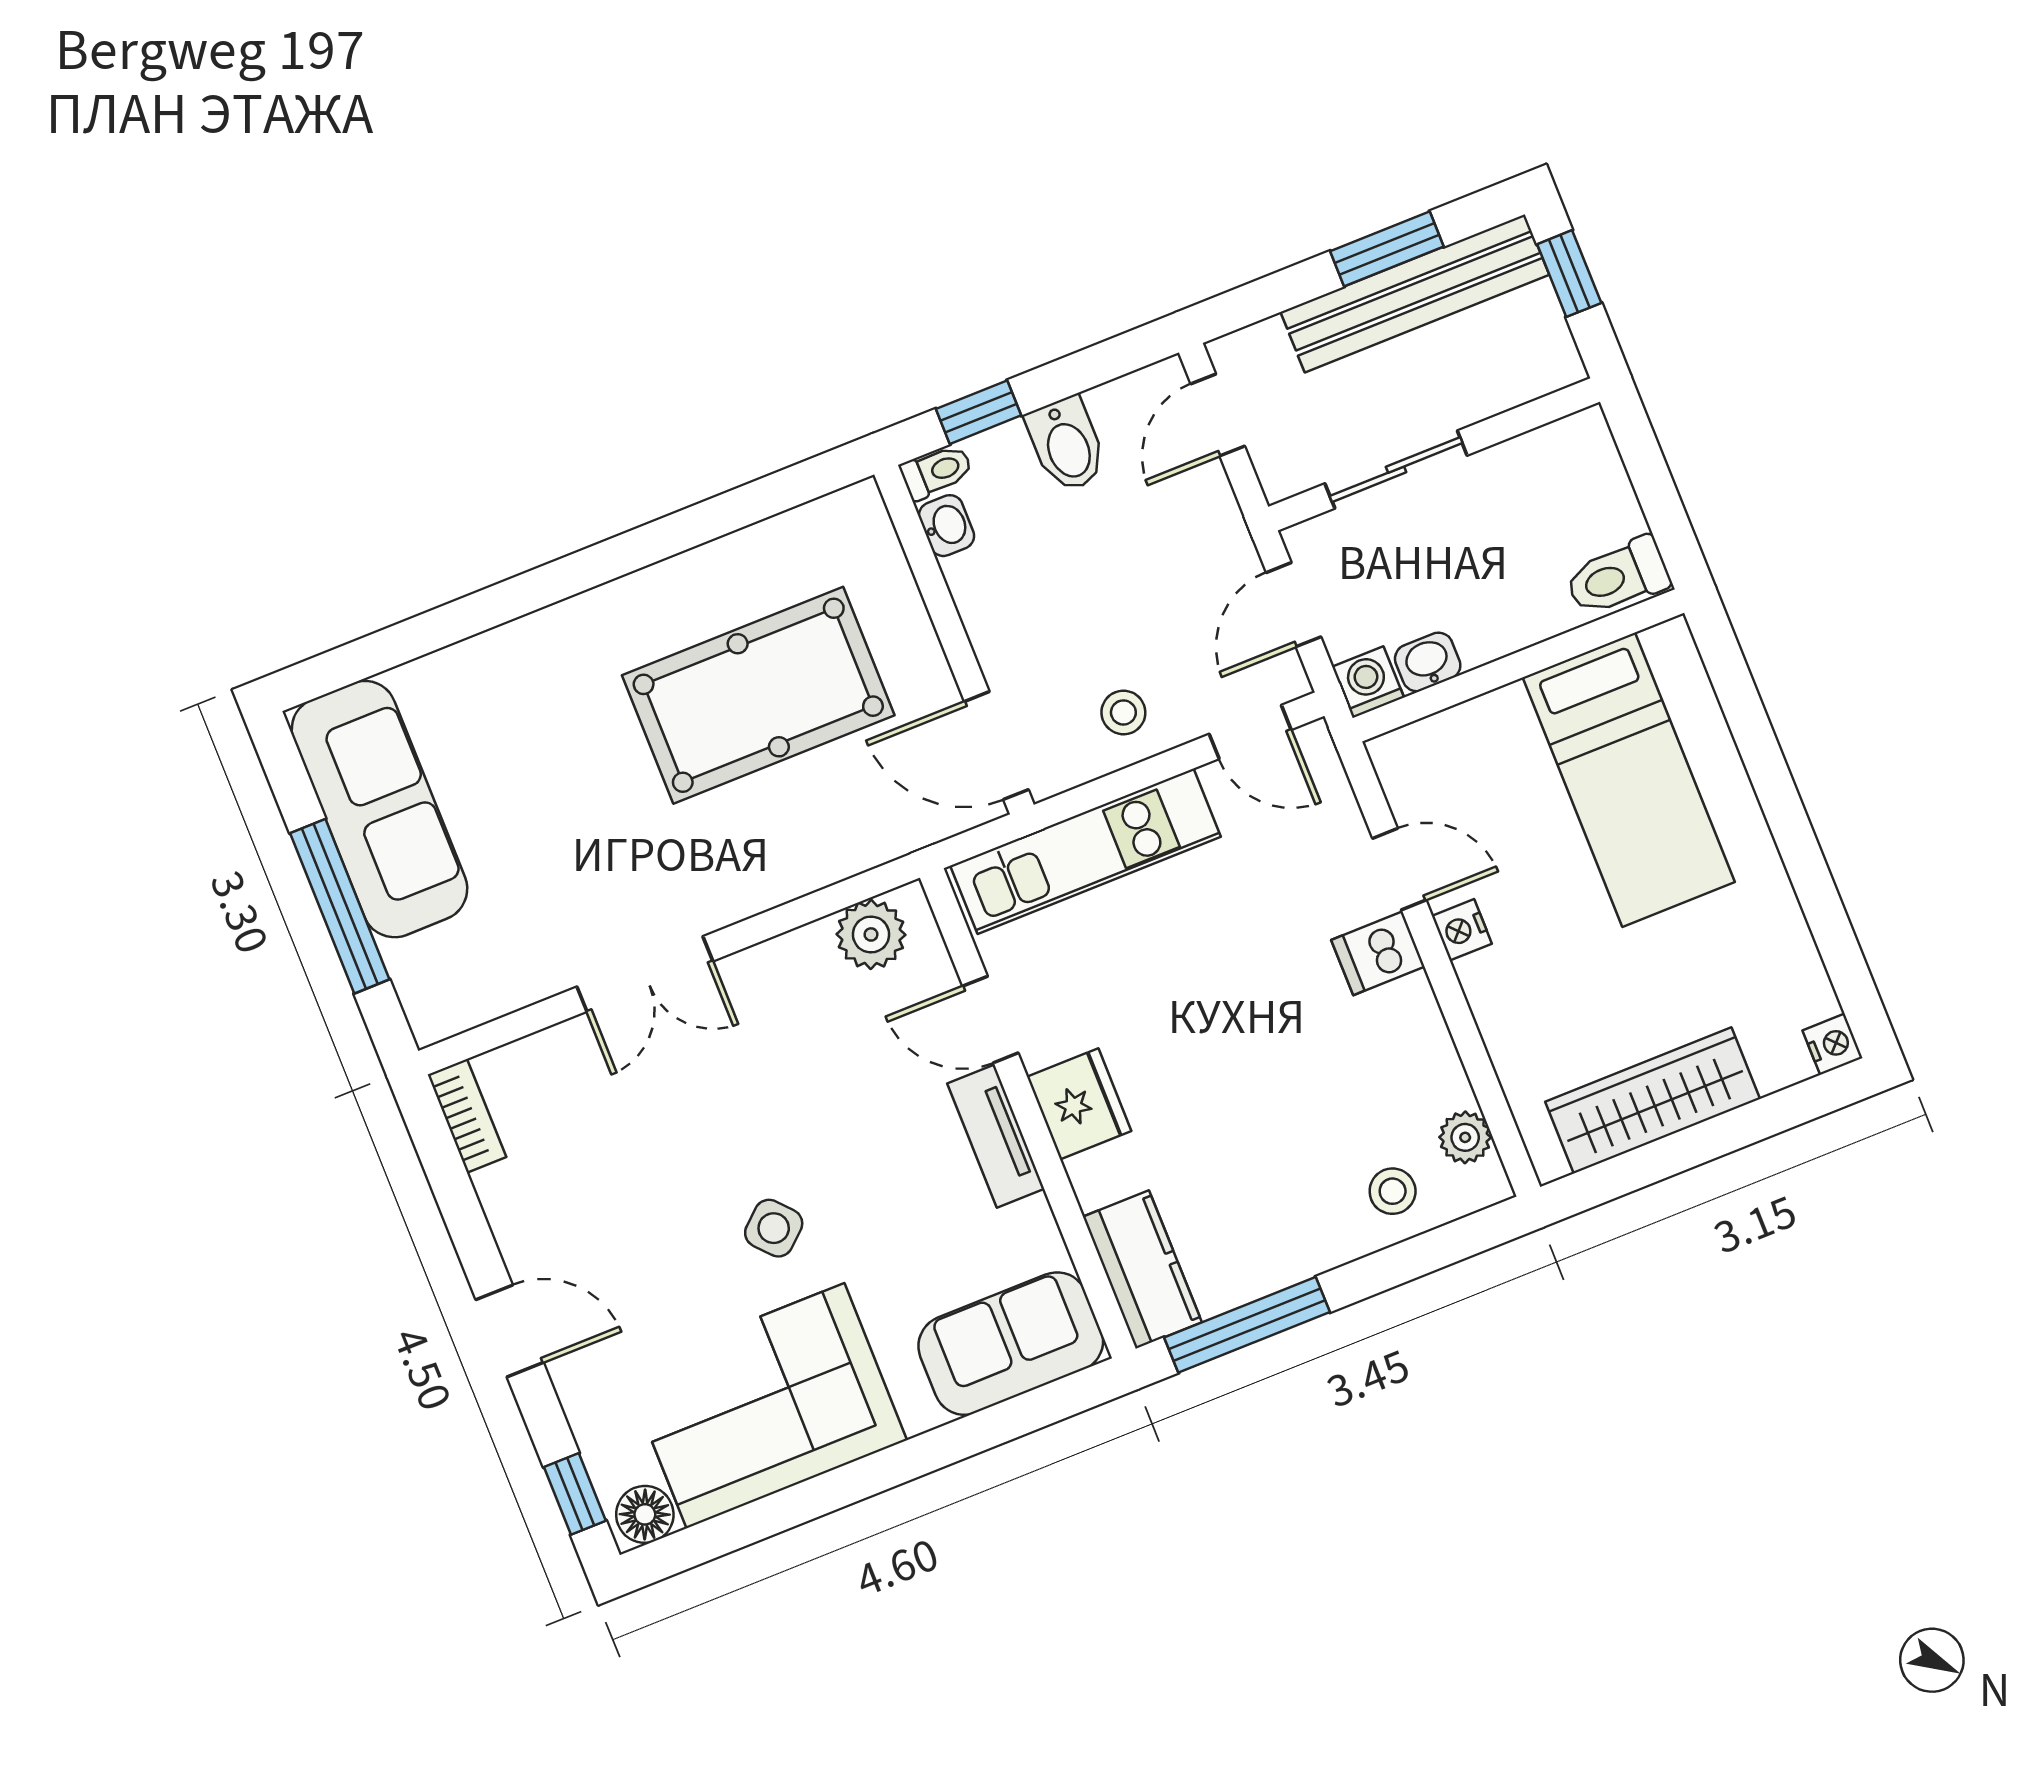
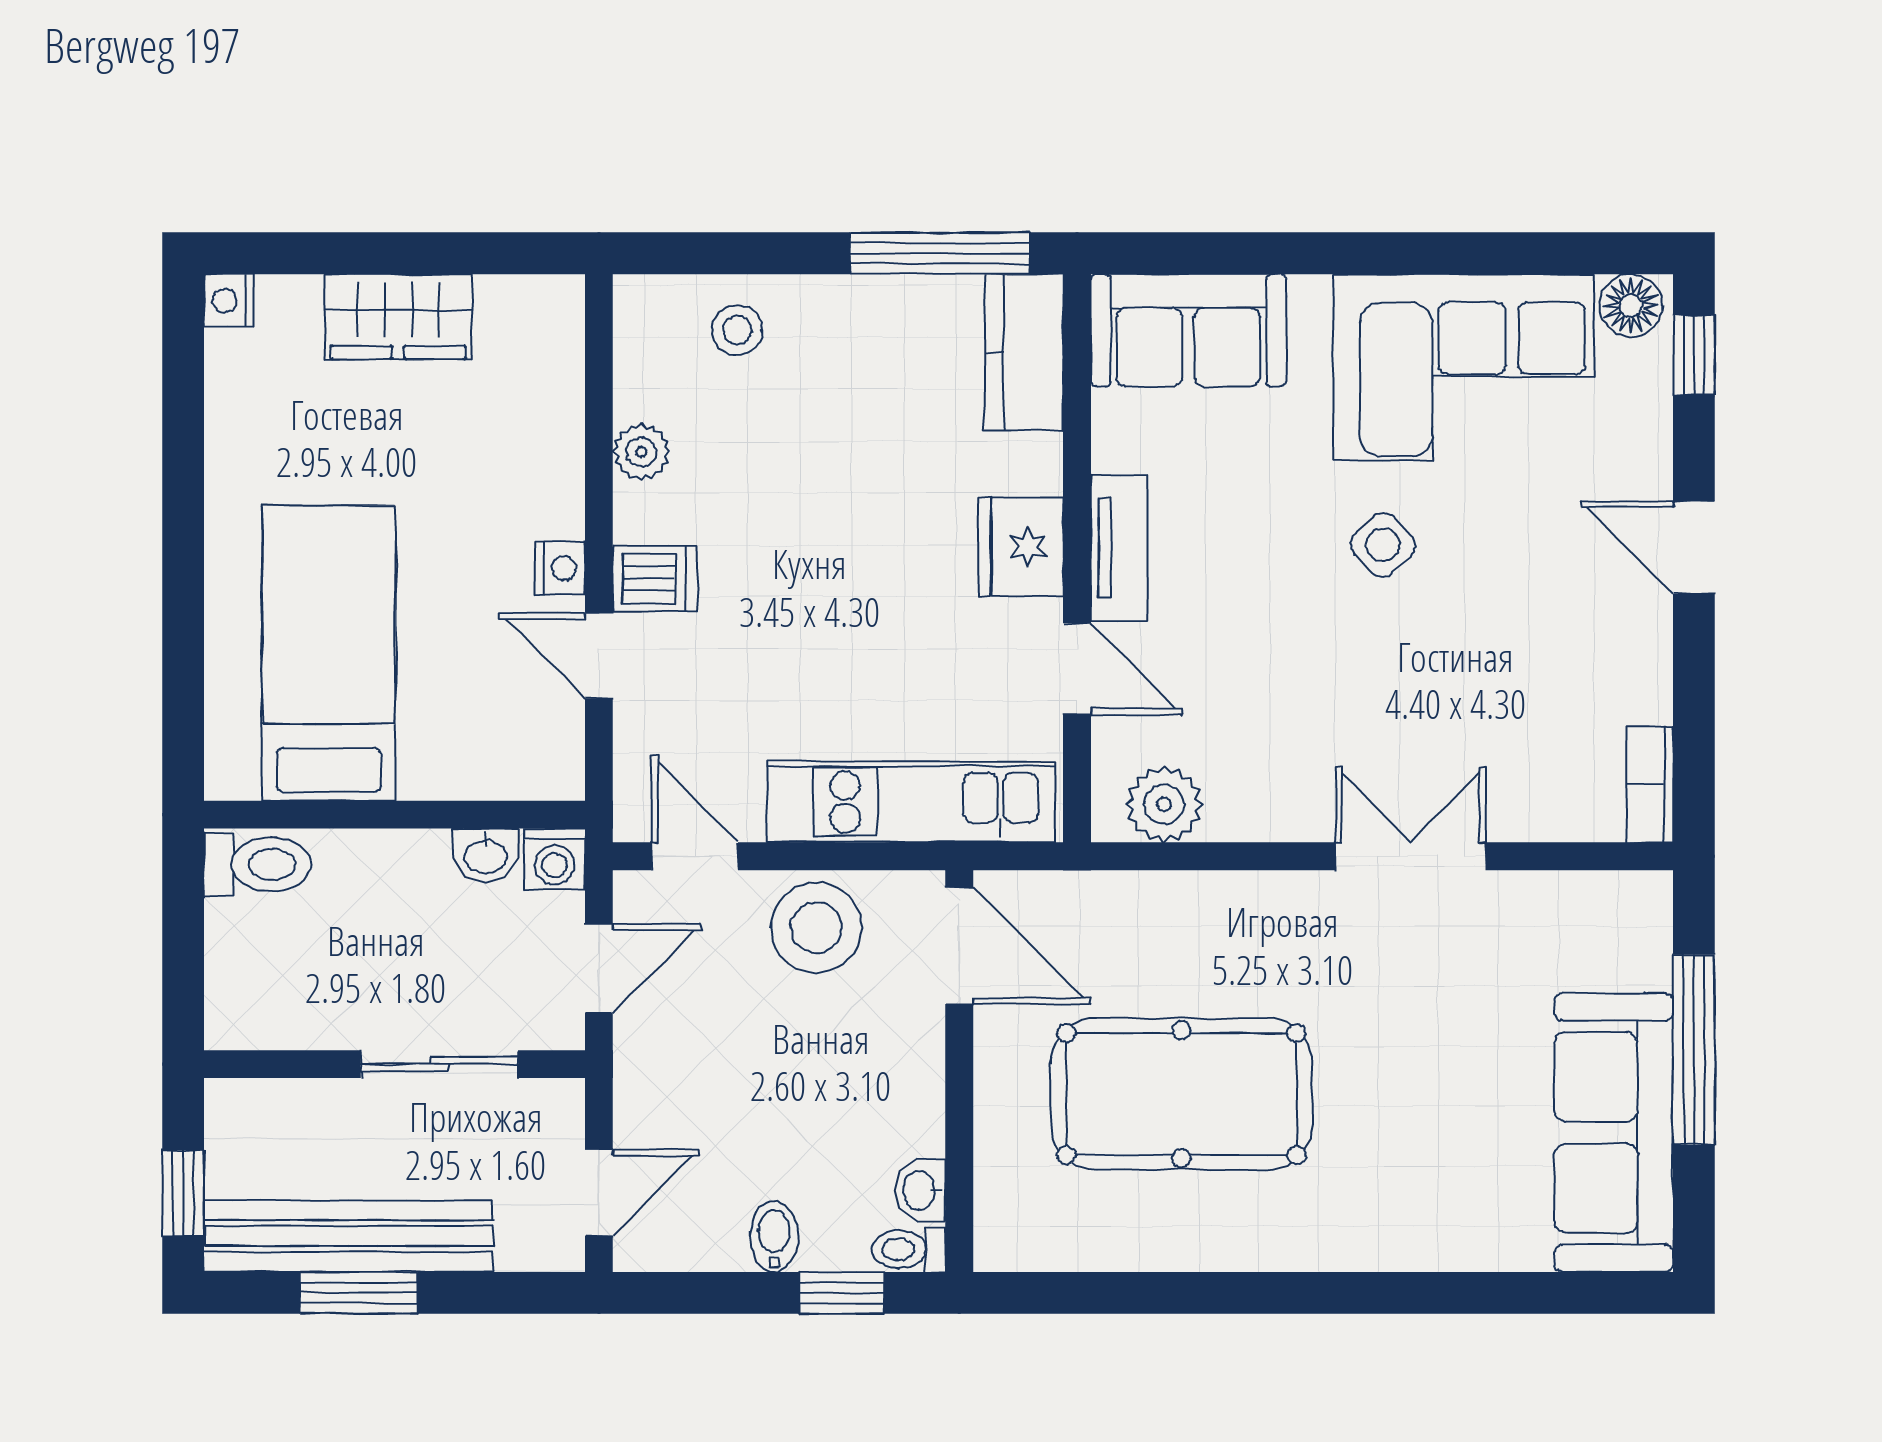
bidet: (1067, 445) -> (774, 1237), width x0.72, depth x0.74
stool: (1123, 712) -> (816, 928), width x1.89, depth x1.89
wardrobe: (1653, 1100) -> (398, 317), width x0.67
plant: (1465, 1137) -> (641, 452), moved

